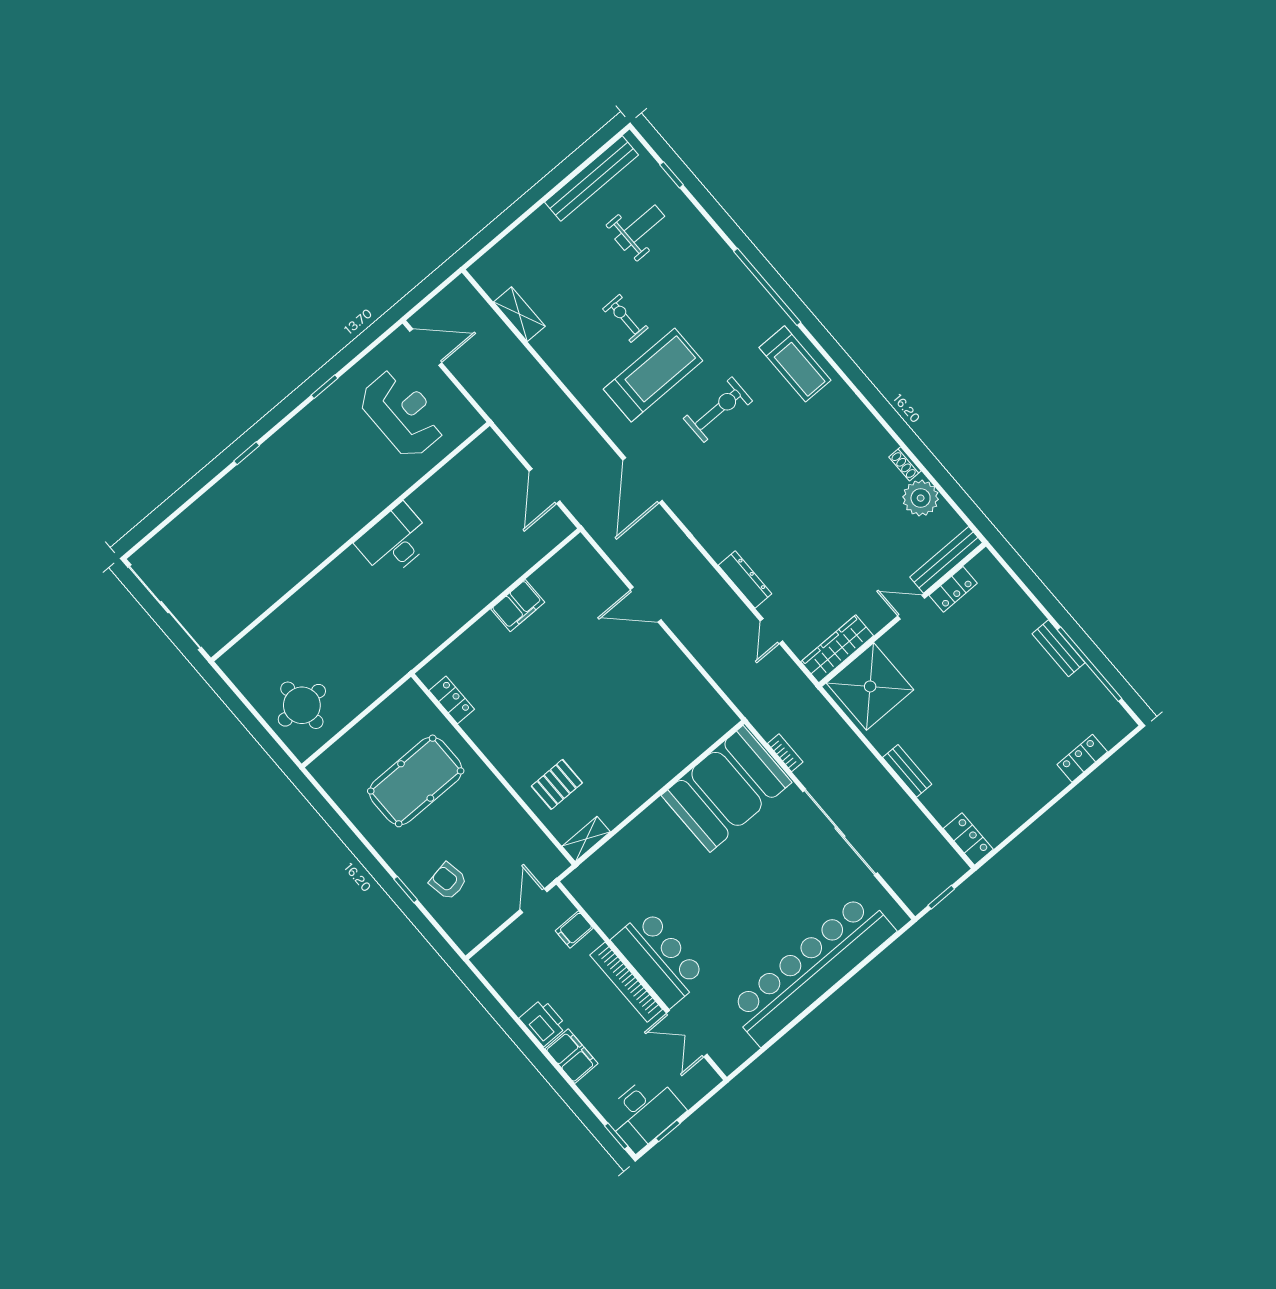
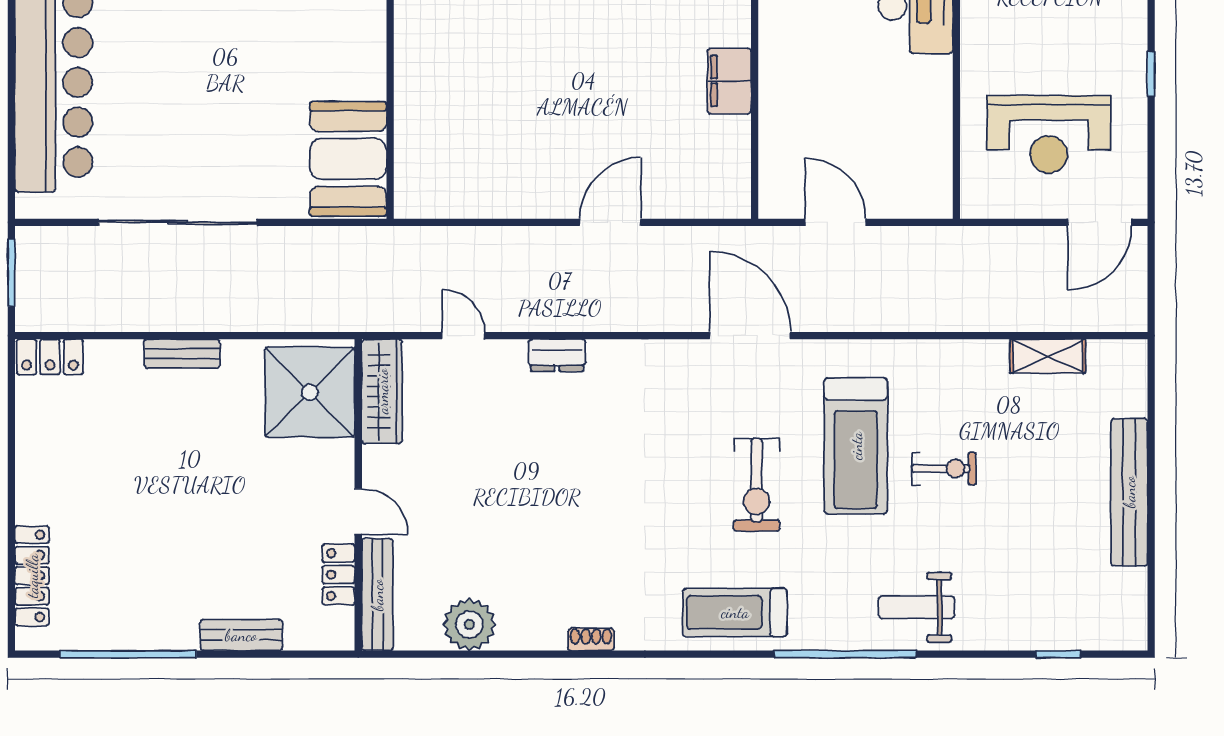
bench: (592, 179) -> (1129, 492), moved
weight bench: (640, 228) -> (917, 607), moved, turned 90
shoe rack: (905, 464) -> (591, 639), moved
dresser: (745, 579) -> (557, 355), width x0.70
door: (911, 607) -> (358, 512), hinge flipped
bench: (1059, 648) -> (241, 635), moved
bookcase: (785, 753) -> (316, 237), removed
locker: (1082, 758) -> (32, 576), width x1.53
booth: (727, 789) -> (348, 159), width x0.73, depth x0.70
window: (941, 897) -> (11, 273), width x1.50

